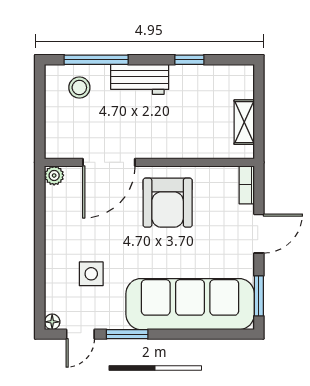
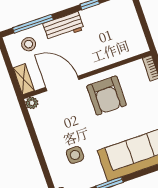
shelving: (244, 122) -> (24, 79), moved
door: (109, 162) -> (62, 83), swing flipped

